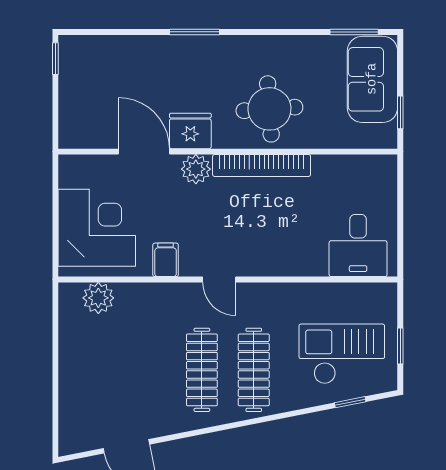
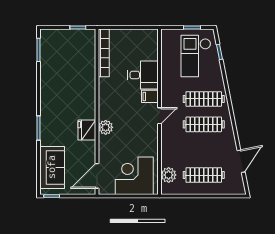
sofa: (372, 79) -> (52, 167), moved, turned -90
round table: (269, 109) -> (76, 91), removed
door: (144, 152) -> (97, 176), moved
bookcase: (262, 165) -> (104, 53), moved
desk: (358, 246) -> (143, 75), moved
filing cabinet: (166, 260) -> (150, 96), moved
clothes rail: (98, 370) -> (204, 175), added

